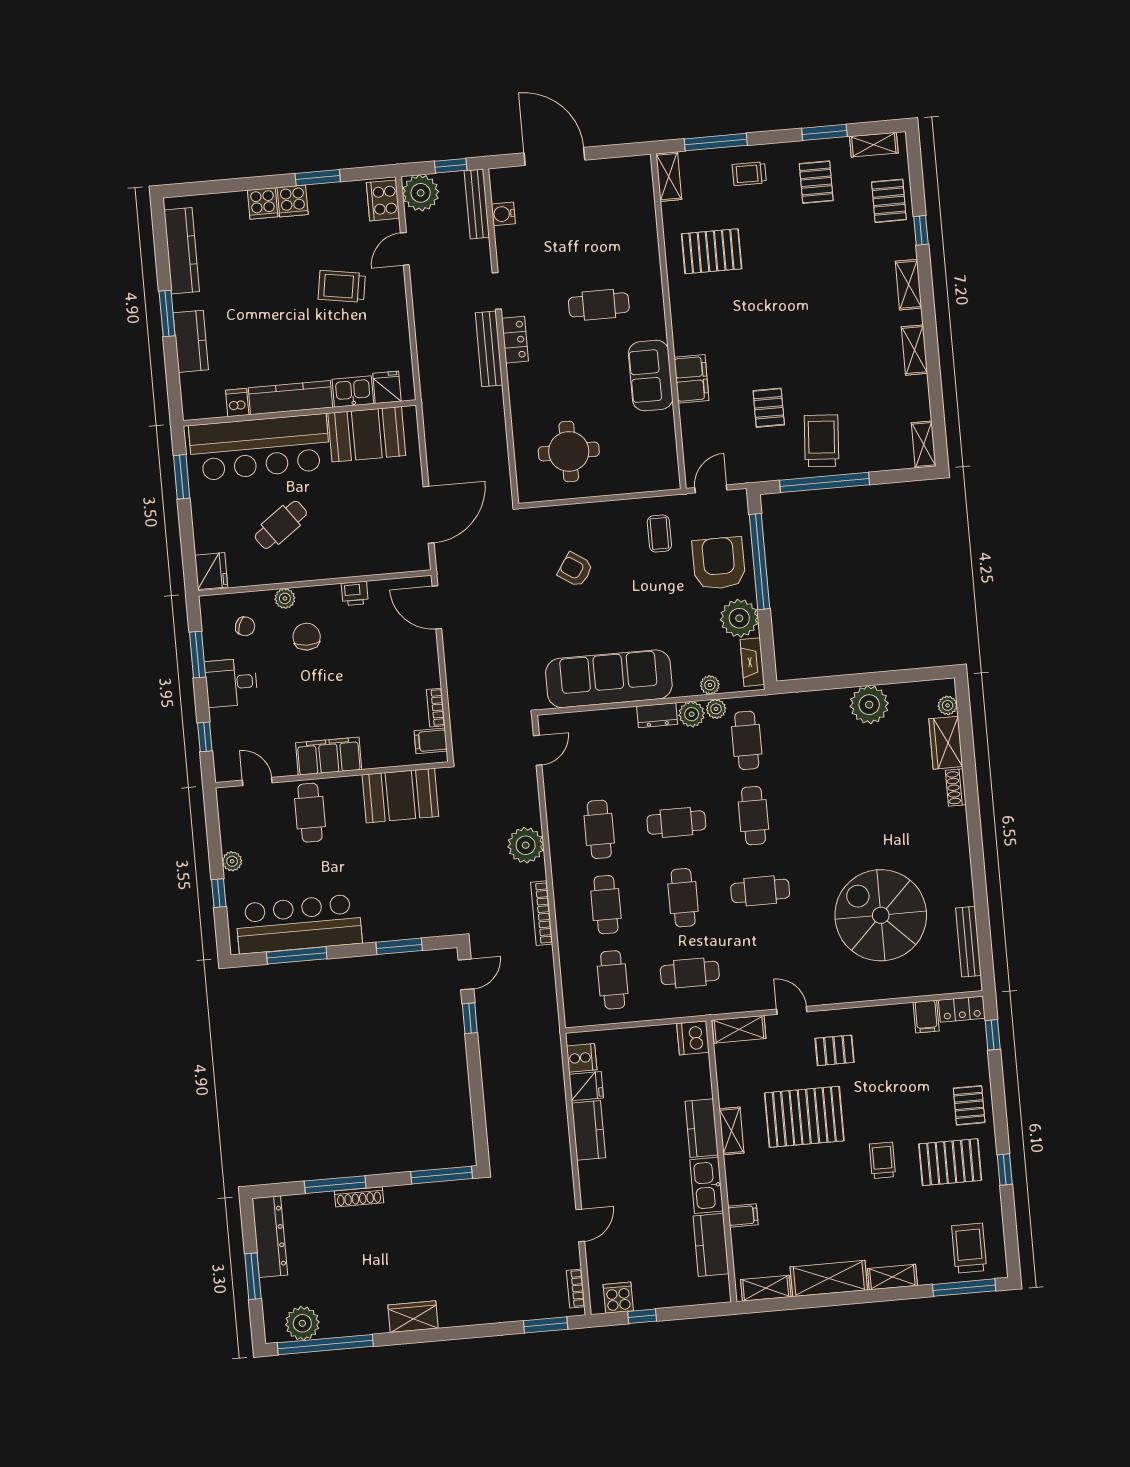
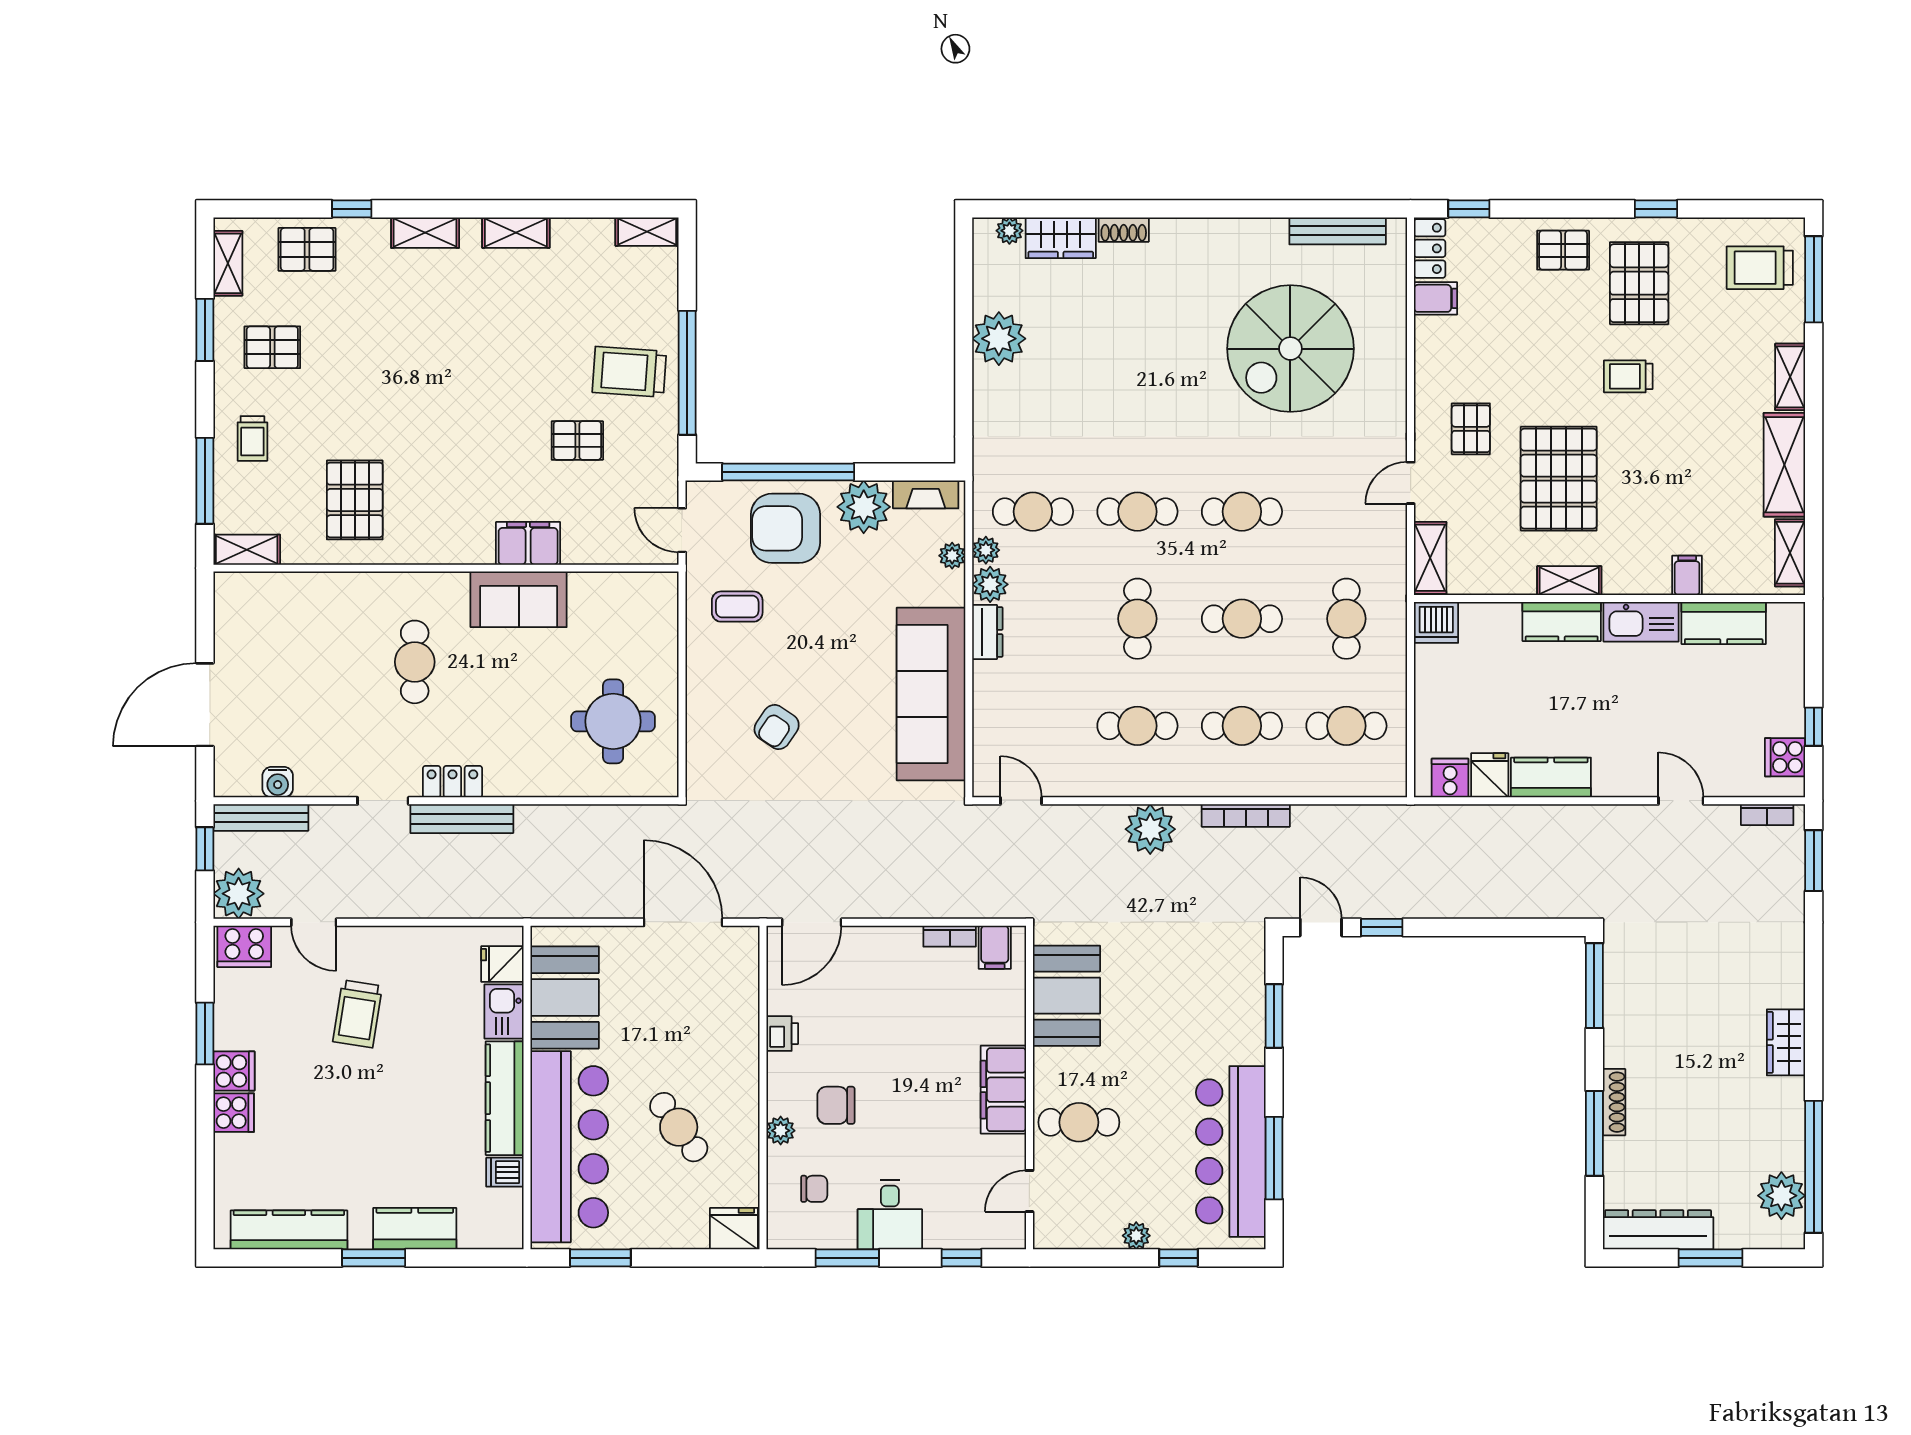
chair: (245, 626) -> (814, 1189), turned 69
cafe table: (760, 891) -> (1242, 512), turned 90

